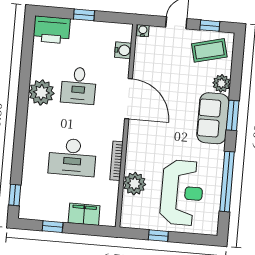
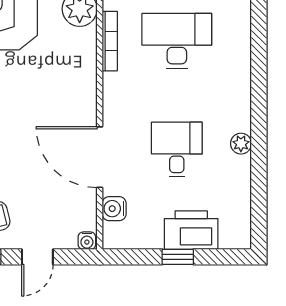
printer: (52, 30) -> (191, 230), moved
plant: (41, 92) -> (241, 144), width x0.53, depth x0.53
door: (129, 99) -> (100, 157), moved

